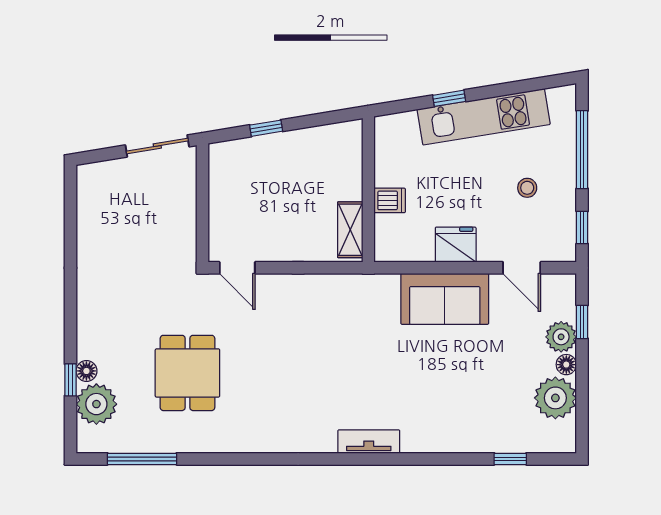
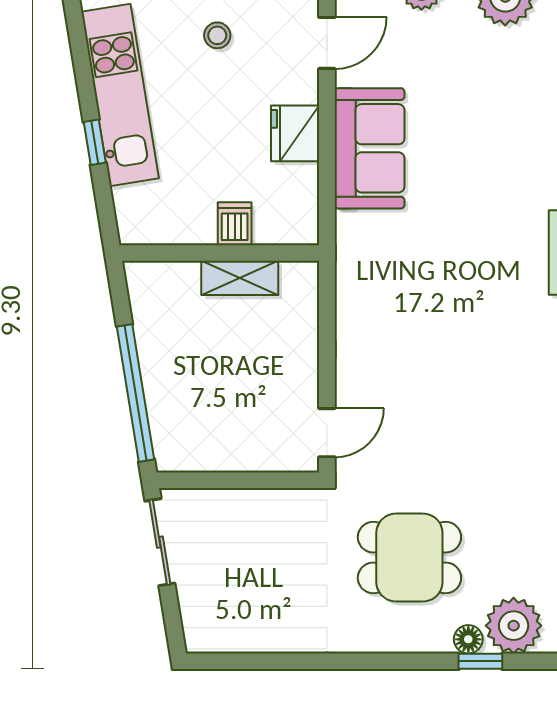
window: (266, 128) -> (136, 393), width x3.17
shelving: (350, 230) -> (240, 278), moved
dining table: (187, 373) -> (409, 558), moved

